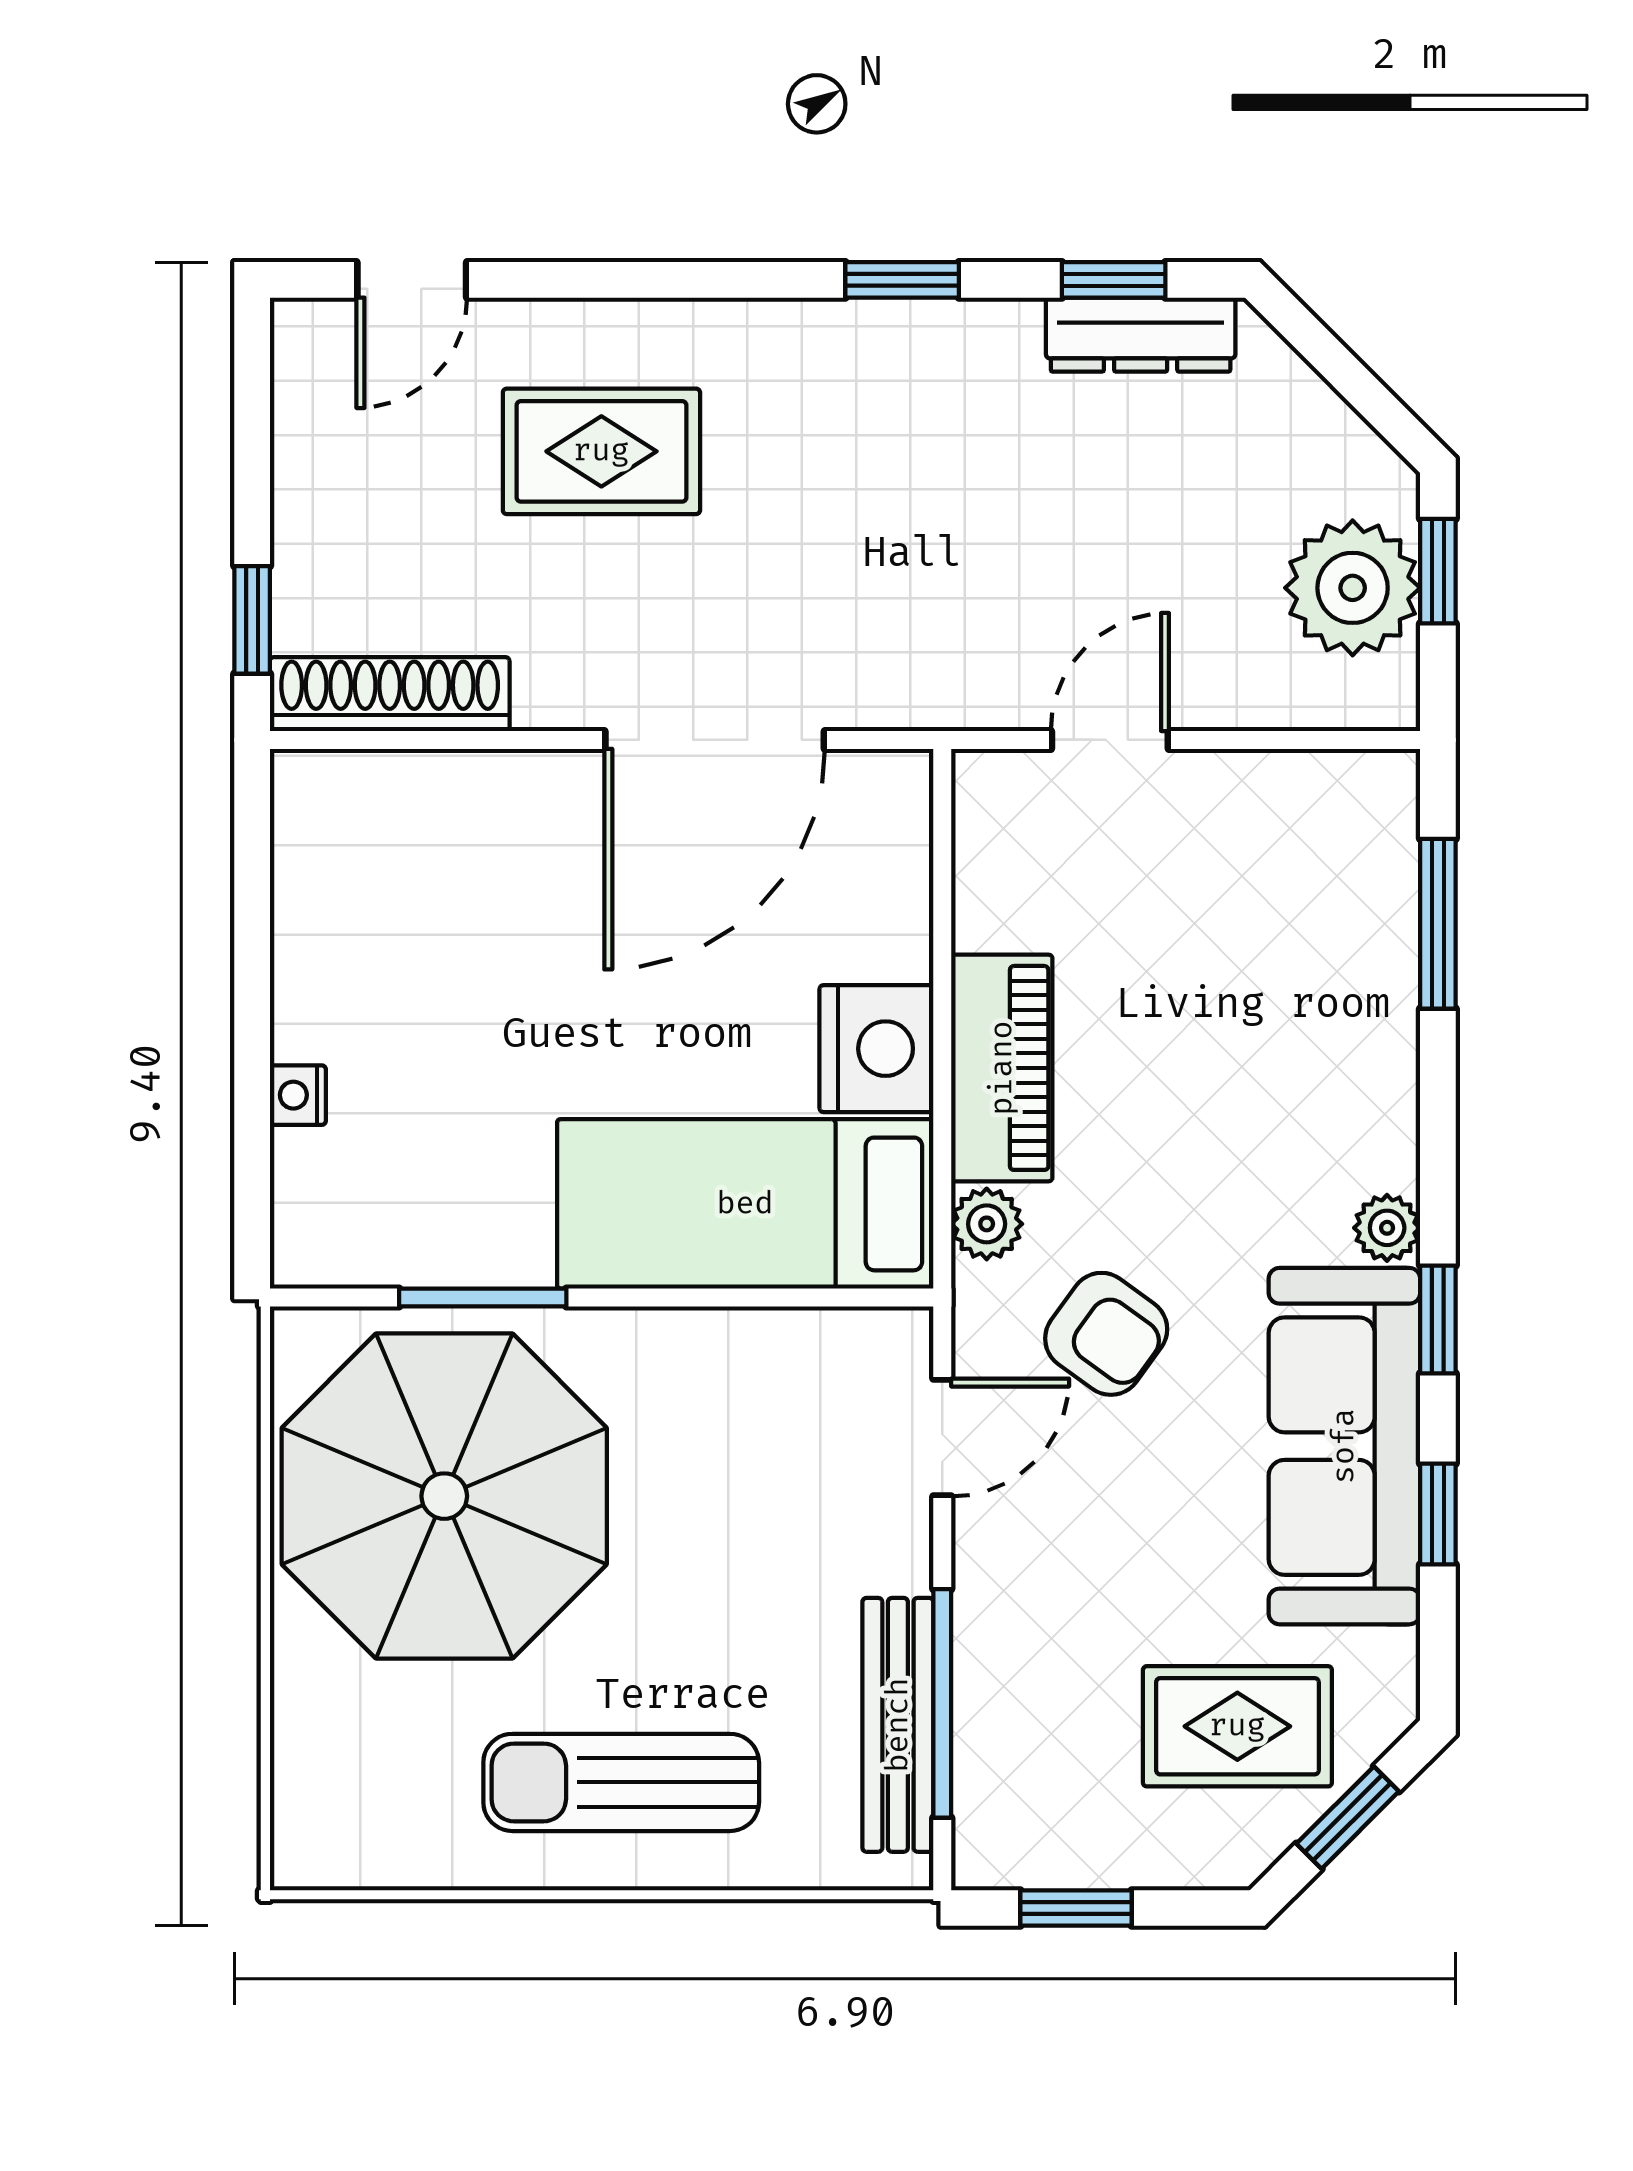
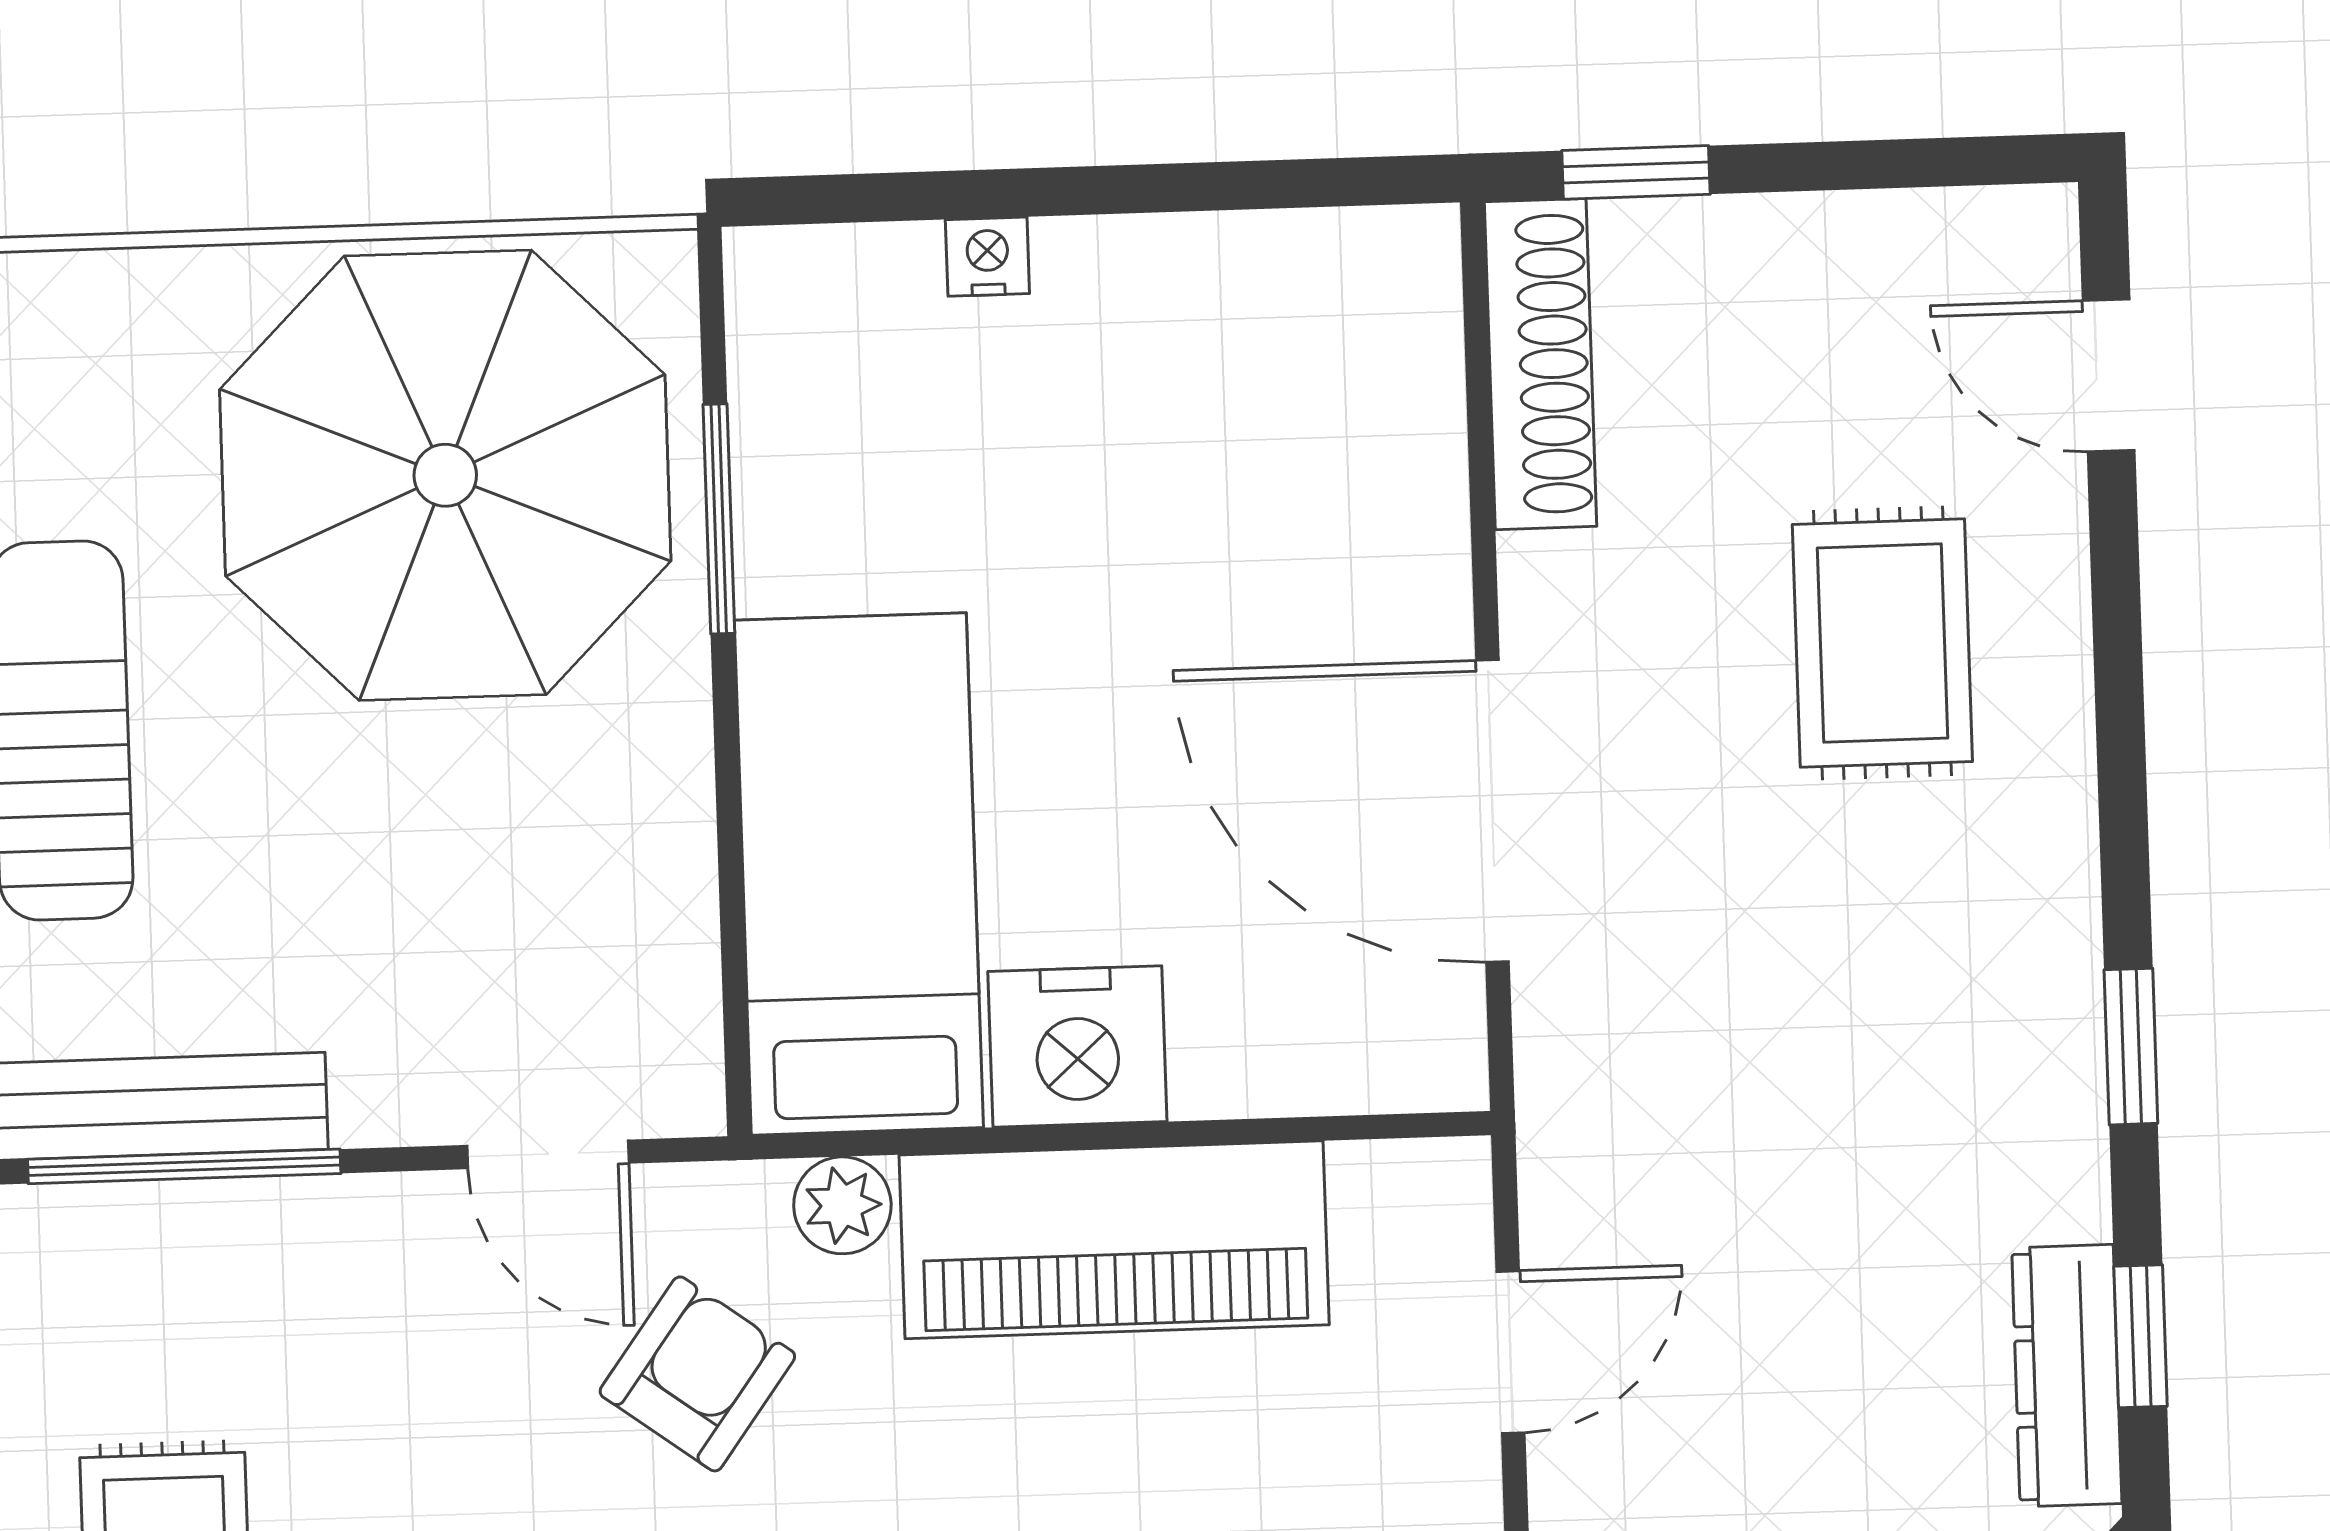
door: (1110, 740) -> (1510, 1352), hinge flipped
piano: (1002, 1068) -> (1114, 1240), width x1.37, depth x1.33
armchair: (1106, 1334) -> (697, 1374), turned 180

